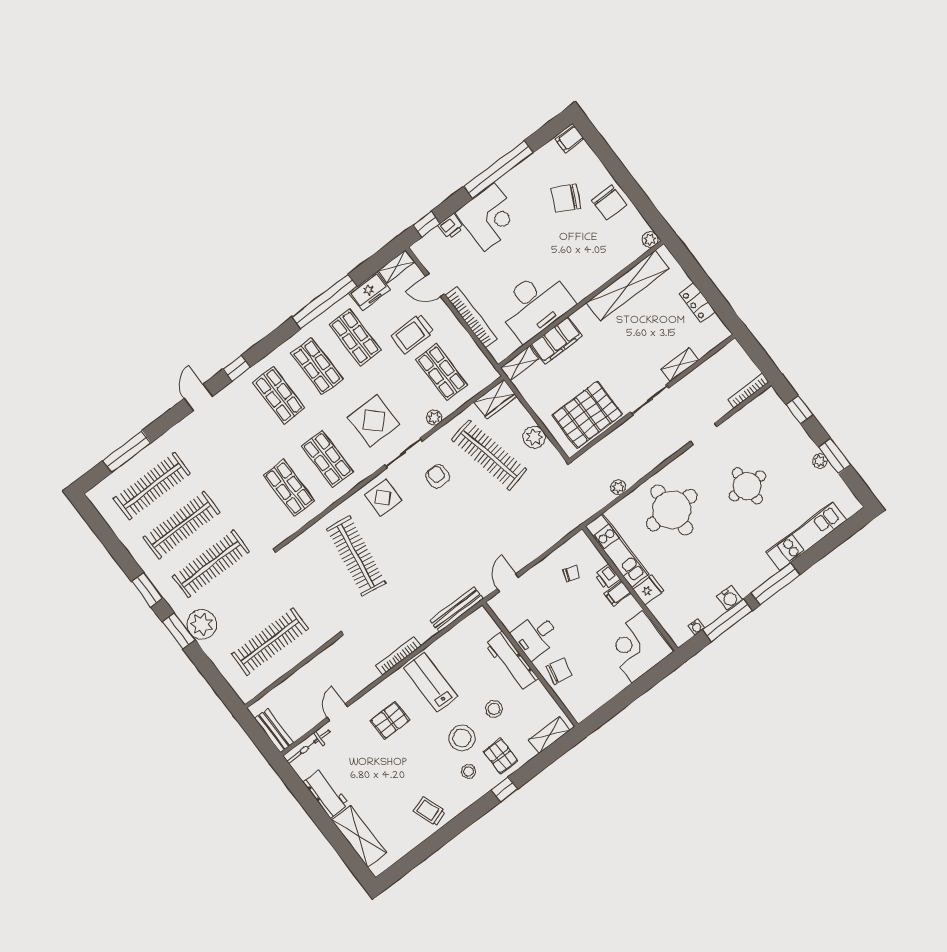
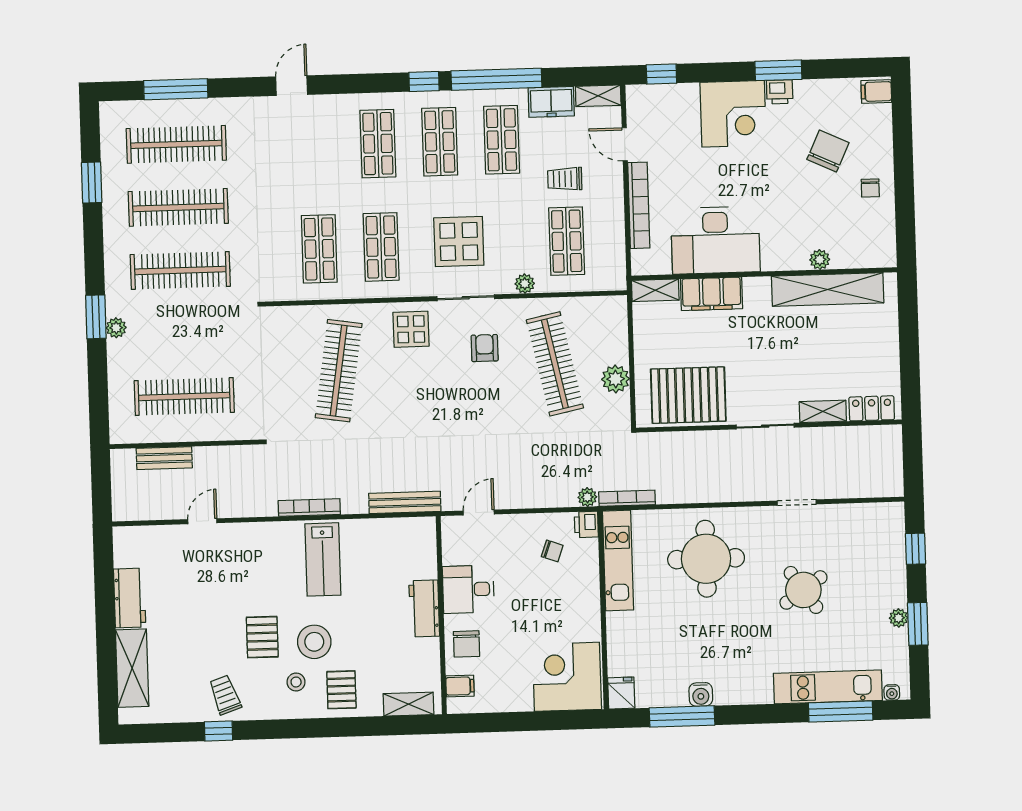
window: (499, 169) -> (778, 70), width x0.47
chair: (566, 198) -> (828, 151), turned 88
chair: (609, 203) -> (870, 188), width x0.54, depth x0.54
printer: (451, 227) -> (780, 92), moved
plant: (650, 240) -> (820, 260), moved
locker: (697, 303) -> (872, 408), moved, turned 90
trolley: (412, 334) -> (565, 179), width x0.73, depth x0.72
window: (237, 368) -> (424, 81), moved
bookcase: (748, 391) -> (627, 498), moved
wardrobe: (495, 399) -> (603, 310), removed
round table: (747, 486) -> (803, 590), turned -35
plant: (618, 487) -> (587, 497), moved
printer: (607, 577) -> (586, 524), moved
window: (775, 584) -> (841, 711), moved
window: (147, 590) -> (92, 182), moved
fridge: (648, 590) -> (621, 693), moved, turned -90
filing cabinet: (618, 593) -> (460, 686), moved, turned 180
plant: (202, 625) -> (116, 328), width x0.53, depth x0.53
water cooler: (696, 627) -> (892, 692), moved
workbench: (511, 661) -> (424, 608), width x0.73
chair: (559, 671) -> (467, 644), turned 78
lab bench: (431, 682) -> (323, 559), turned 180
stool: (494, 709) -> (370, 635), removed
pallet: (390, 720) -> (262, 637), moved, turned 90
bench: (274, 731) -> (164, 458), moved, turned 90
bicycle: (309, 747) -> (146, 536), removed
window: (504, 789) -> (218, 731), moved

